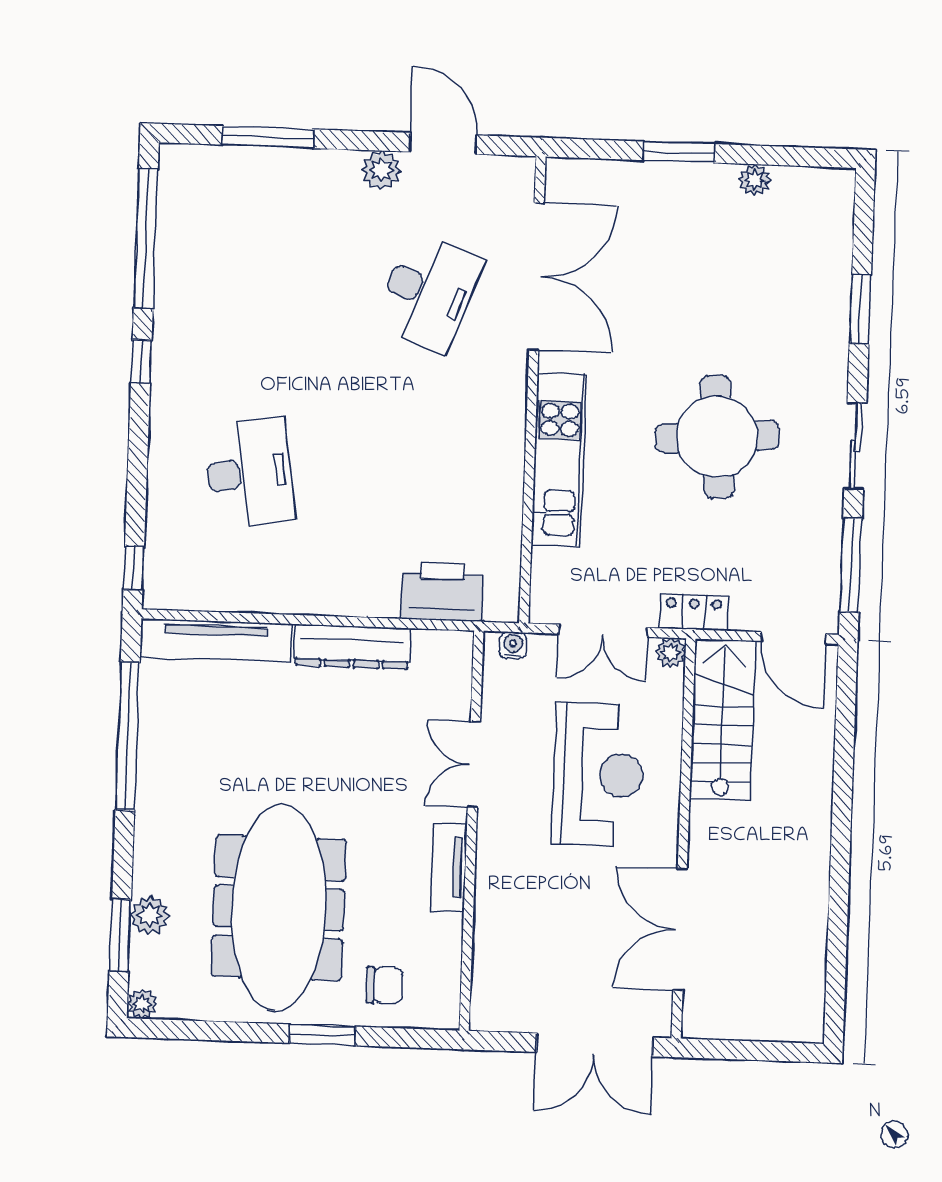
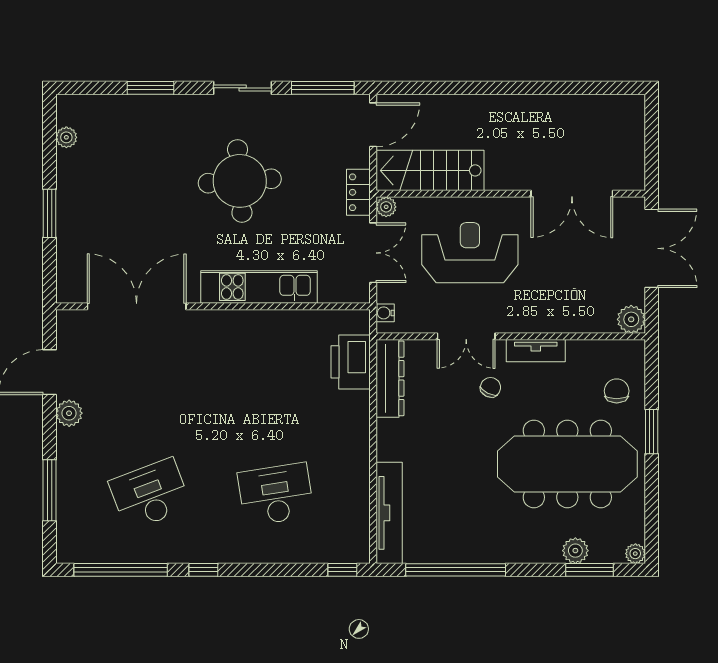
plant: (755, 180) -> (66, 137), moved
desk: (428, 292) -> (150, 494), moved, turned -42
dresser: (352, 647) -> (390, 378), moved
chair: (397, 798) -> (491, 387), added
plant: (490, 1011) -> (631, 319), added

